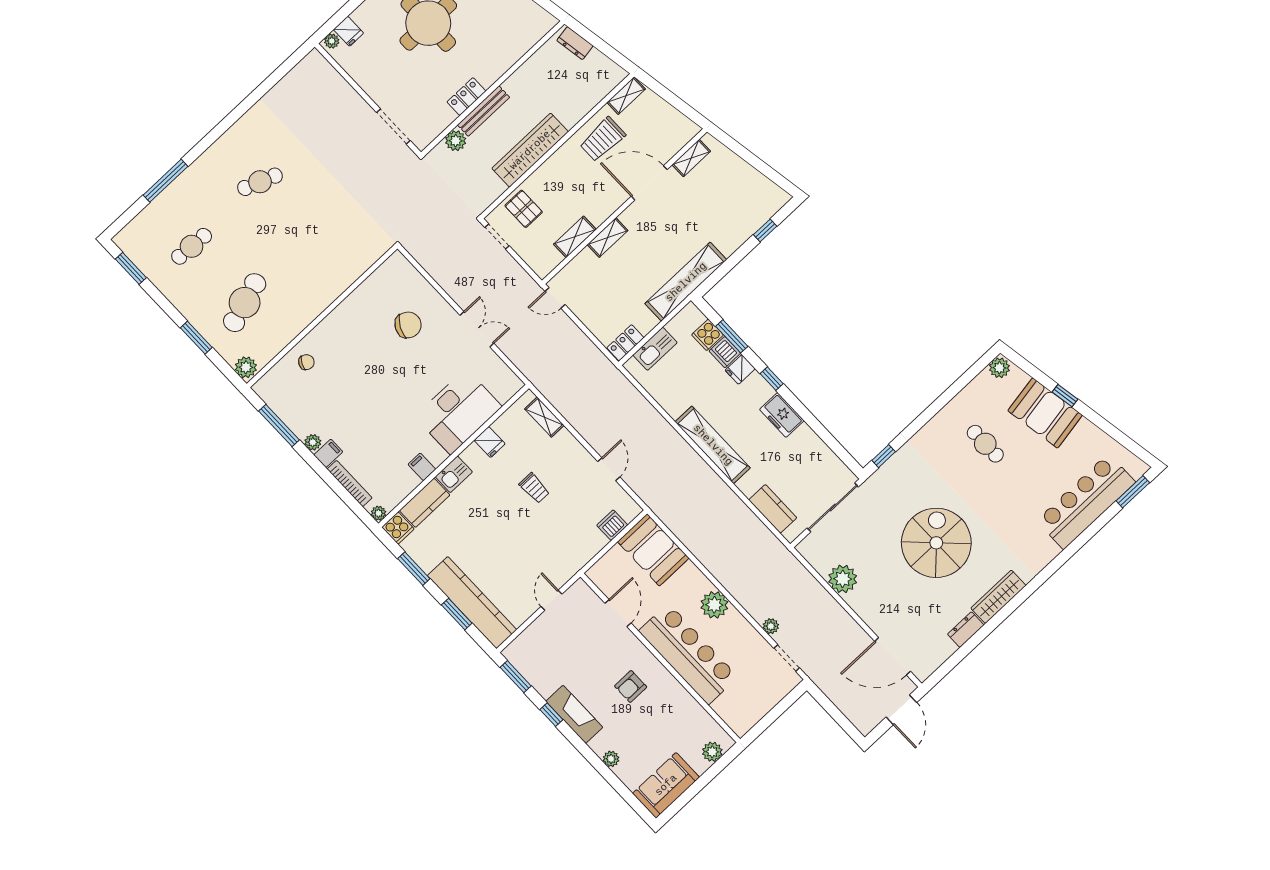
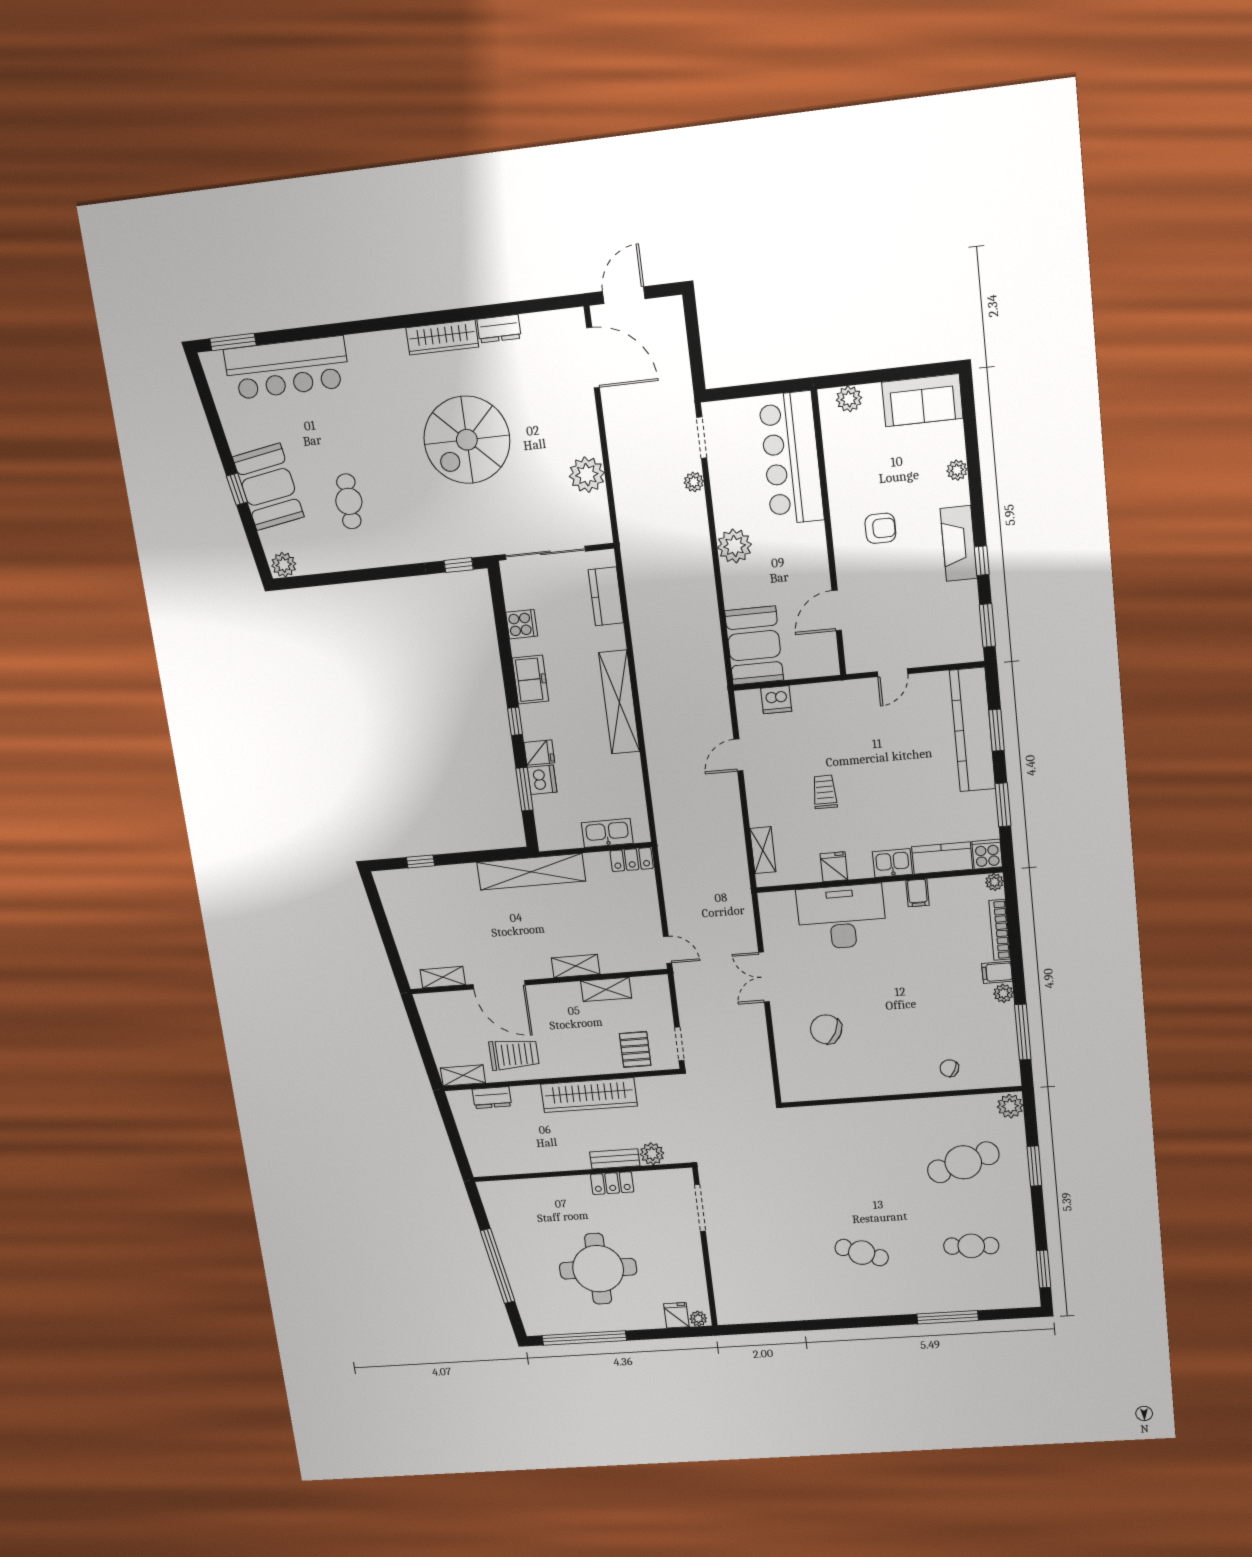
dresser: (575, 43) -> (492, 1098), moved, turned 100
bench: (484, 111) -> (615, 1159), width x0.73
cooker: (707, 335) -> (522, 624), moved
bar counter: (688, 654) -> (791, 458), moved

